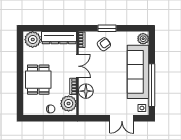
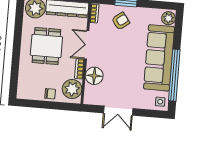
double door: (78, 66) -> (87, 45), swing flipped
dining table: (38, 80) -> (46, 46), moved
double door: (122, 118) -> (118, 111), moved

